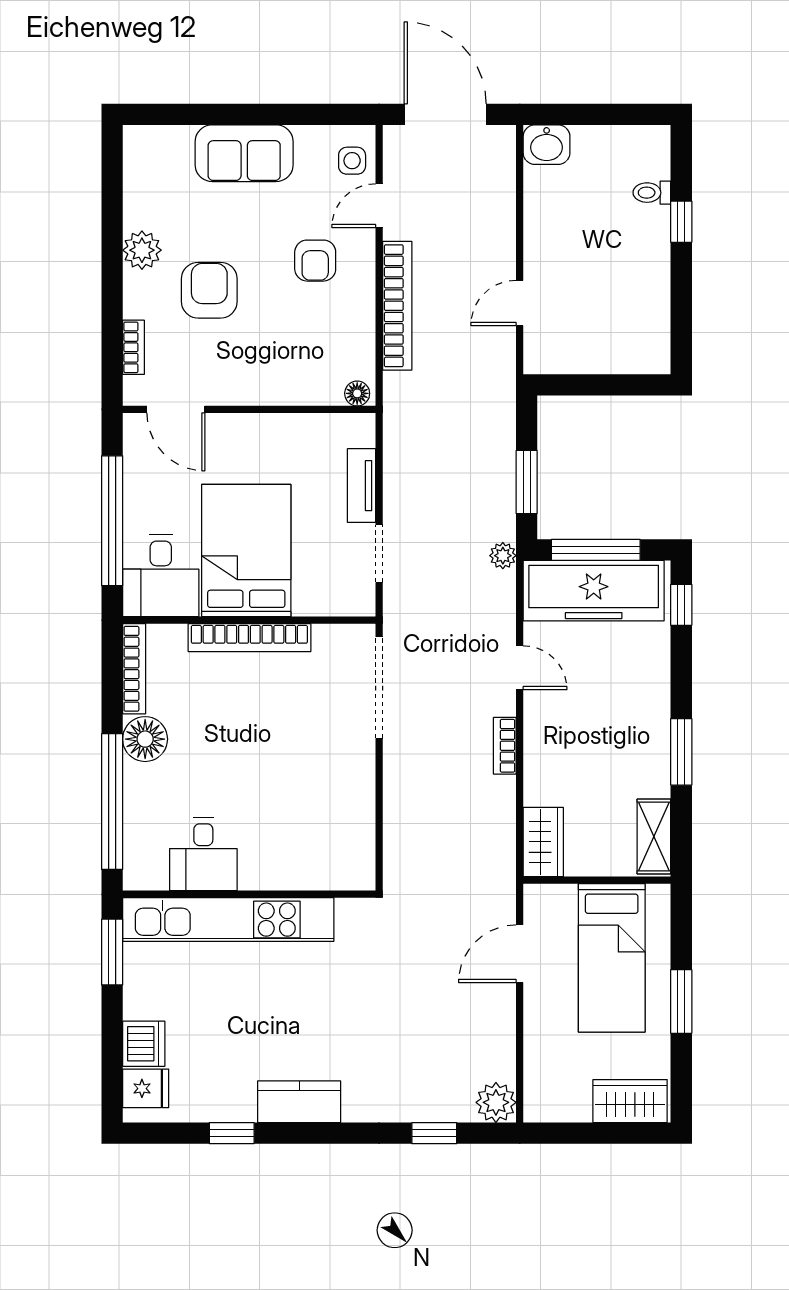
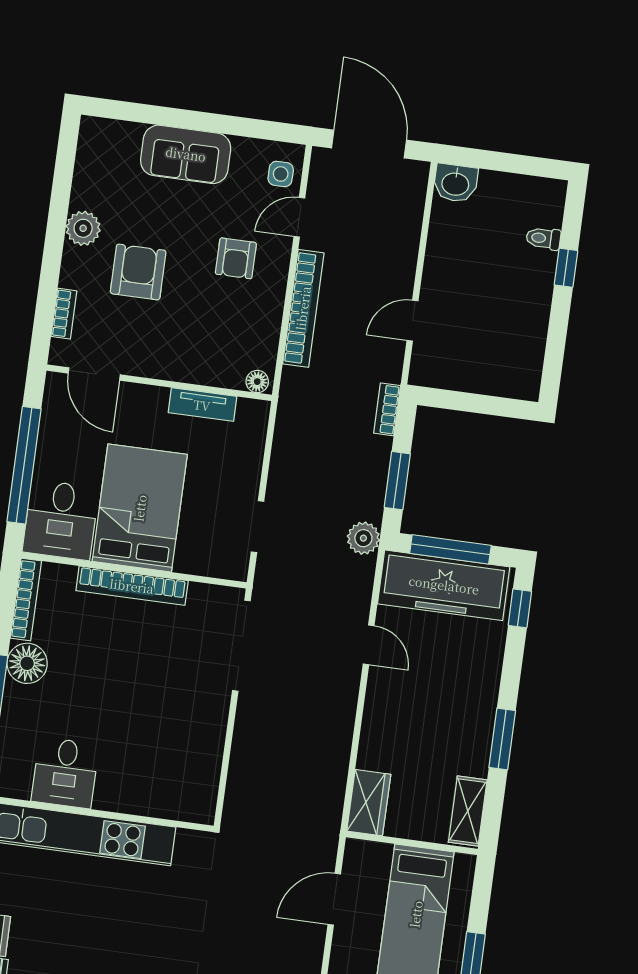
tv unit: (362, 486) -> (202, 405), moved, turned -90
plant: (503, 556) -> (363, 538), width x1.38, depth x1.38
bookcase: (505, 746) -> (387, 409), moved

